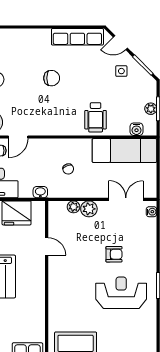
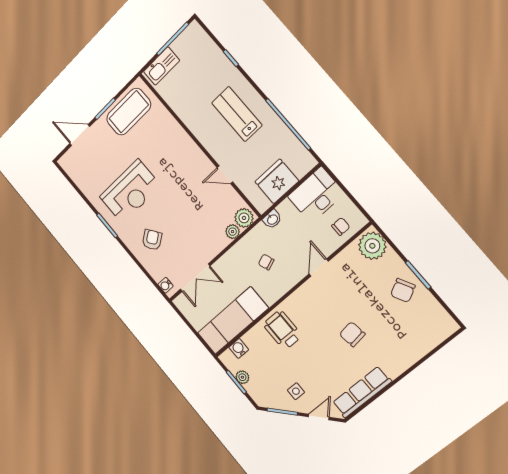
chair: (52, 78) -> (352, 334), turned 82
door: (18, 137) -> (319, 268), moved
plant: (89, 209) -> (244, 218), moved
armchair: (114, 254) -> (152, 240), moved, turned 144

